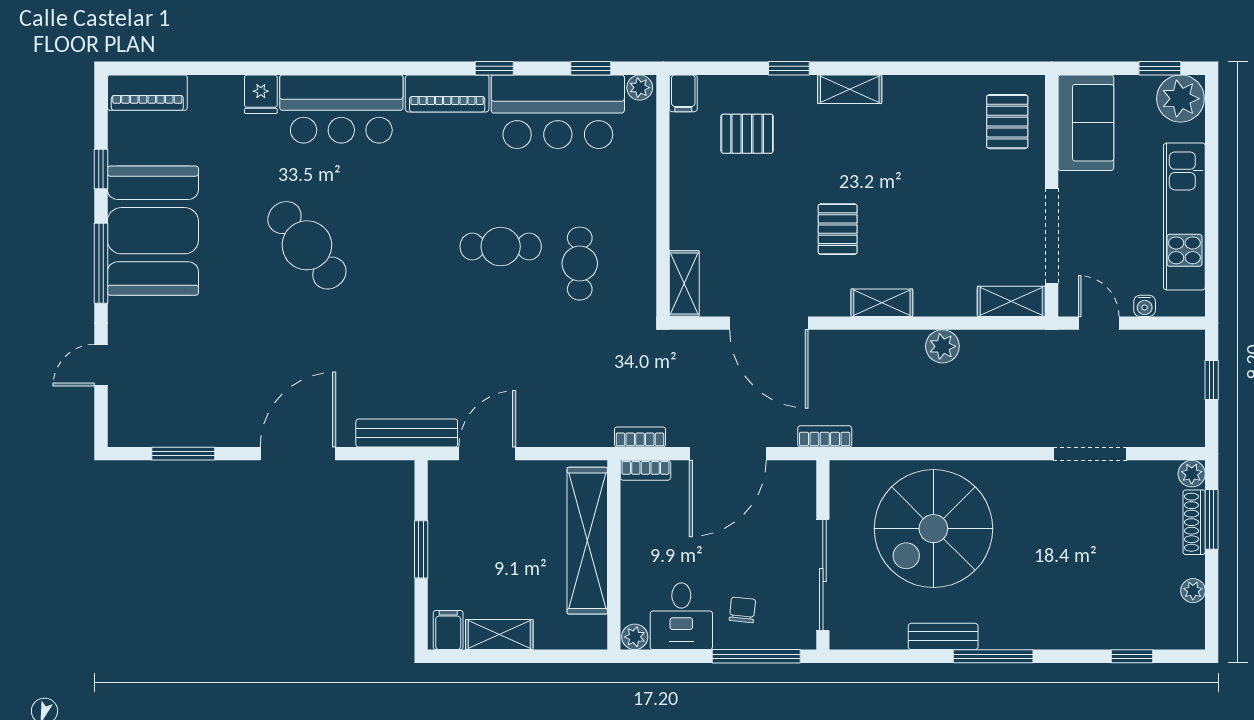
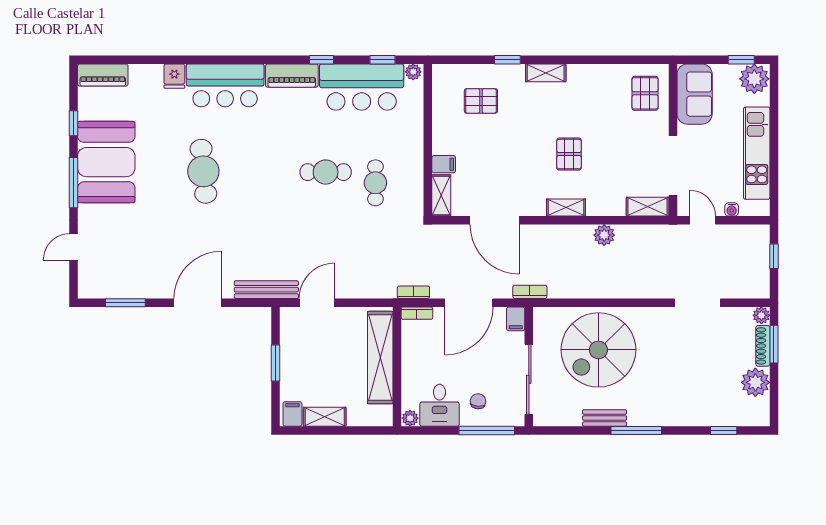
filing cabinet: (683, 93) -> (444, 164), moved, turned -90
pallet: (838, 229) -> (569, 154), moved
cafe table: (307, 245) -> (203, 171), turned 33
filing cabinet: (802, 479) -> (516, 319), added
plant: (1193, 591) -> (755, 382), width x1.88, depth x1.88

